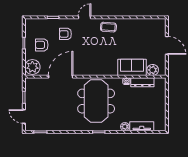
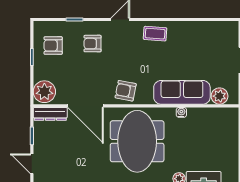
armchair: (42, 45) -> (53, 46), moved
armchair: (88, 66) -> (126, 91), added
sofa: (132, 67) -> (182, 92), width x1.36
door: (61, 77) -> (85, 106), swing flipped
dresser: (142, 82) -> (50, 114), moved

